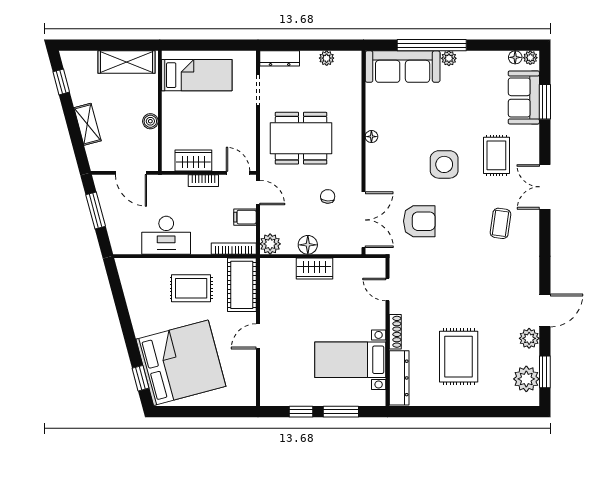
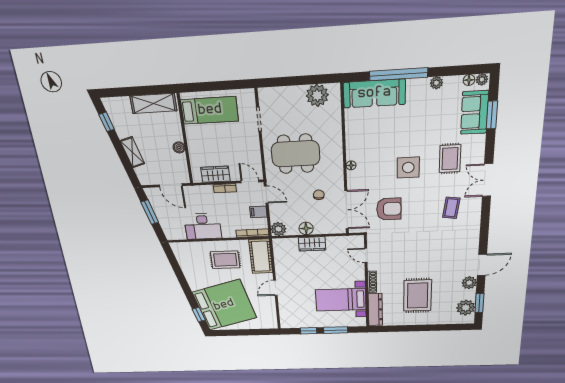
dresser: (280, 58) -> (274, 93), removed
plant: (327, 58) -> (317, 95), width x1.88, depth x1.88
plant: (449, 58) -> (436, 83), moved
floor lamp: (371, 137) -> (351, 165), moved

